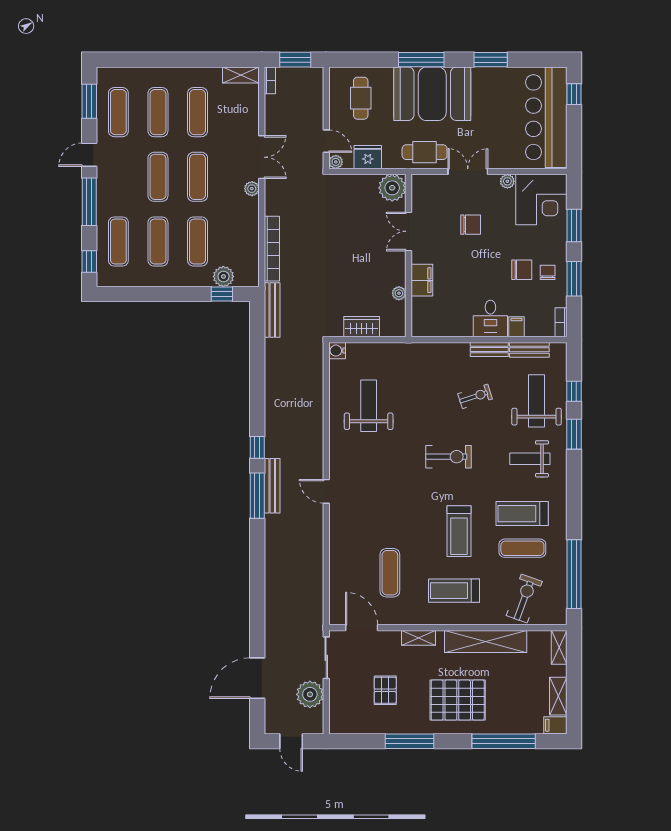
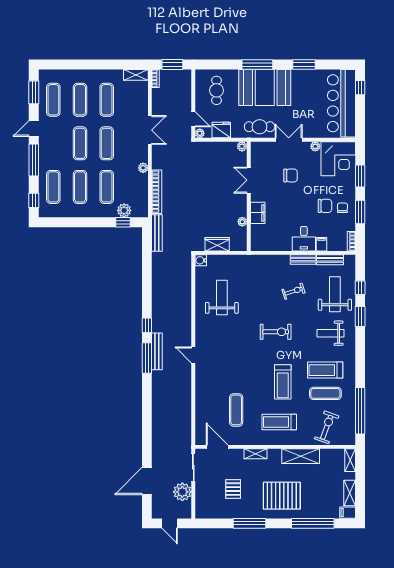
plant: (392, 188) -> (242, 146), width x0.53, depth x0.53
plant: (252, 189) -> (143, 168), moved
shelving: (486, 641) -> (301, 456), width x0.68

